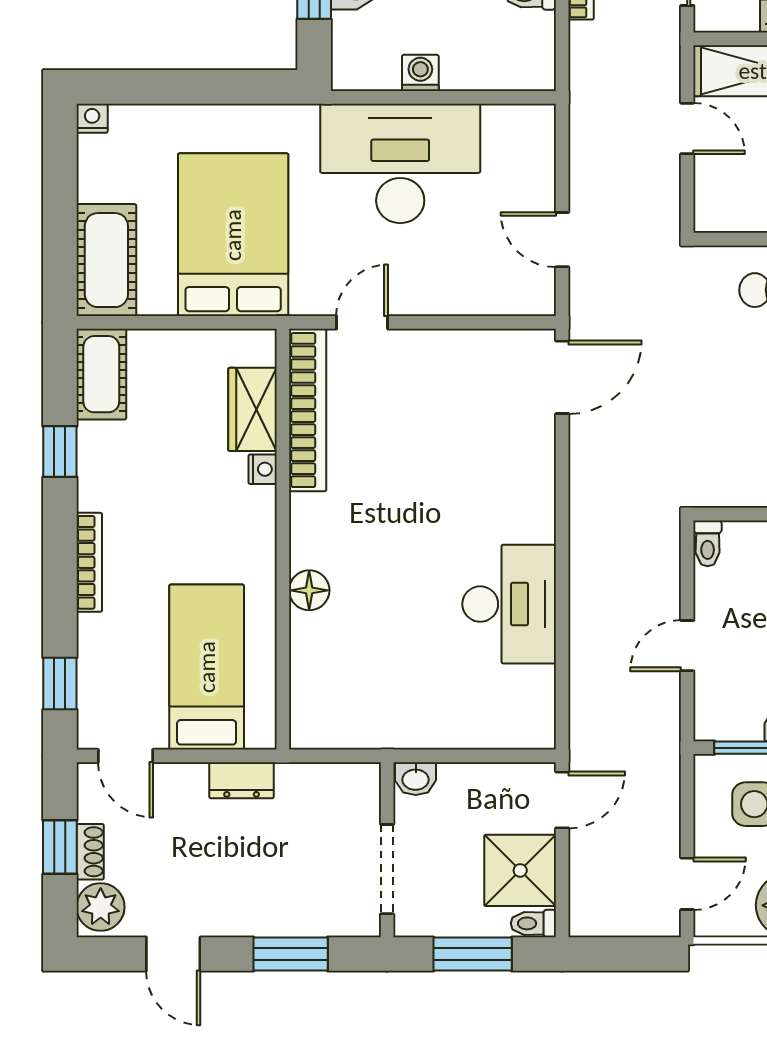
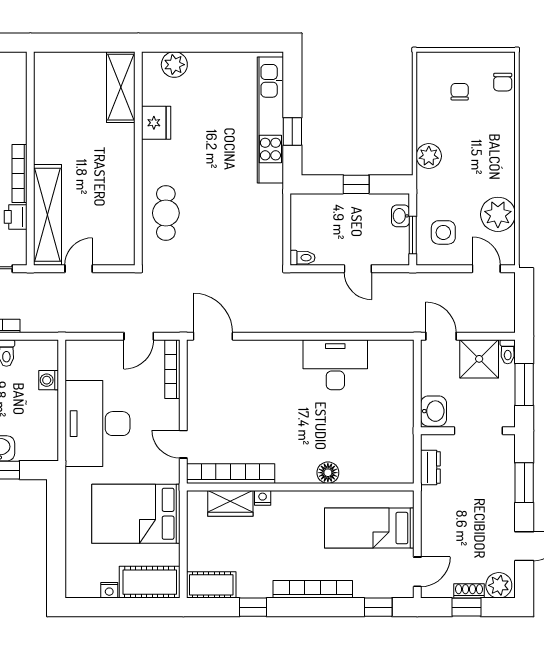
washing machine: (420, 73) -> (49, 380), moved
nightstand: (92, 118) -> (109, 590), moved, turned -90
bookcase: (501, 302) -> (172, 369), added
bookcase: (89, 562) -> (313, 589), width x1.48, depth x1.31
washbasin: (416, 779) -> (434, 411), width x1.38, depth x1.45
dresser: (242, 780) -> (430, 467), moved

